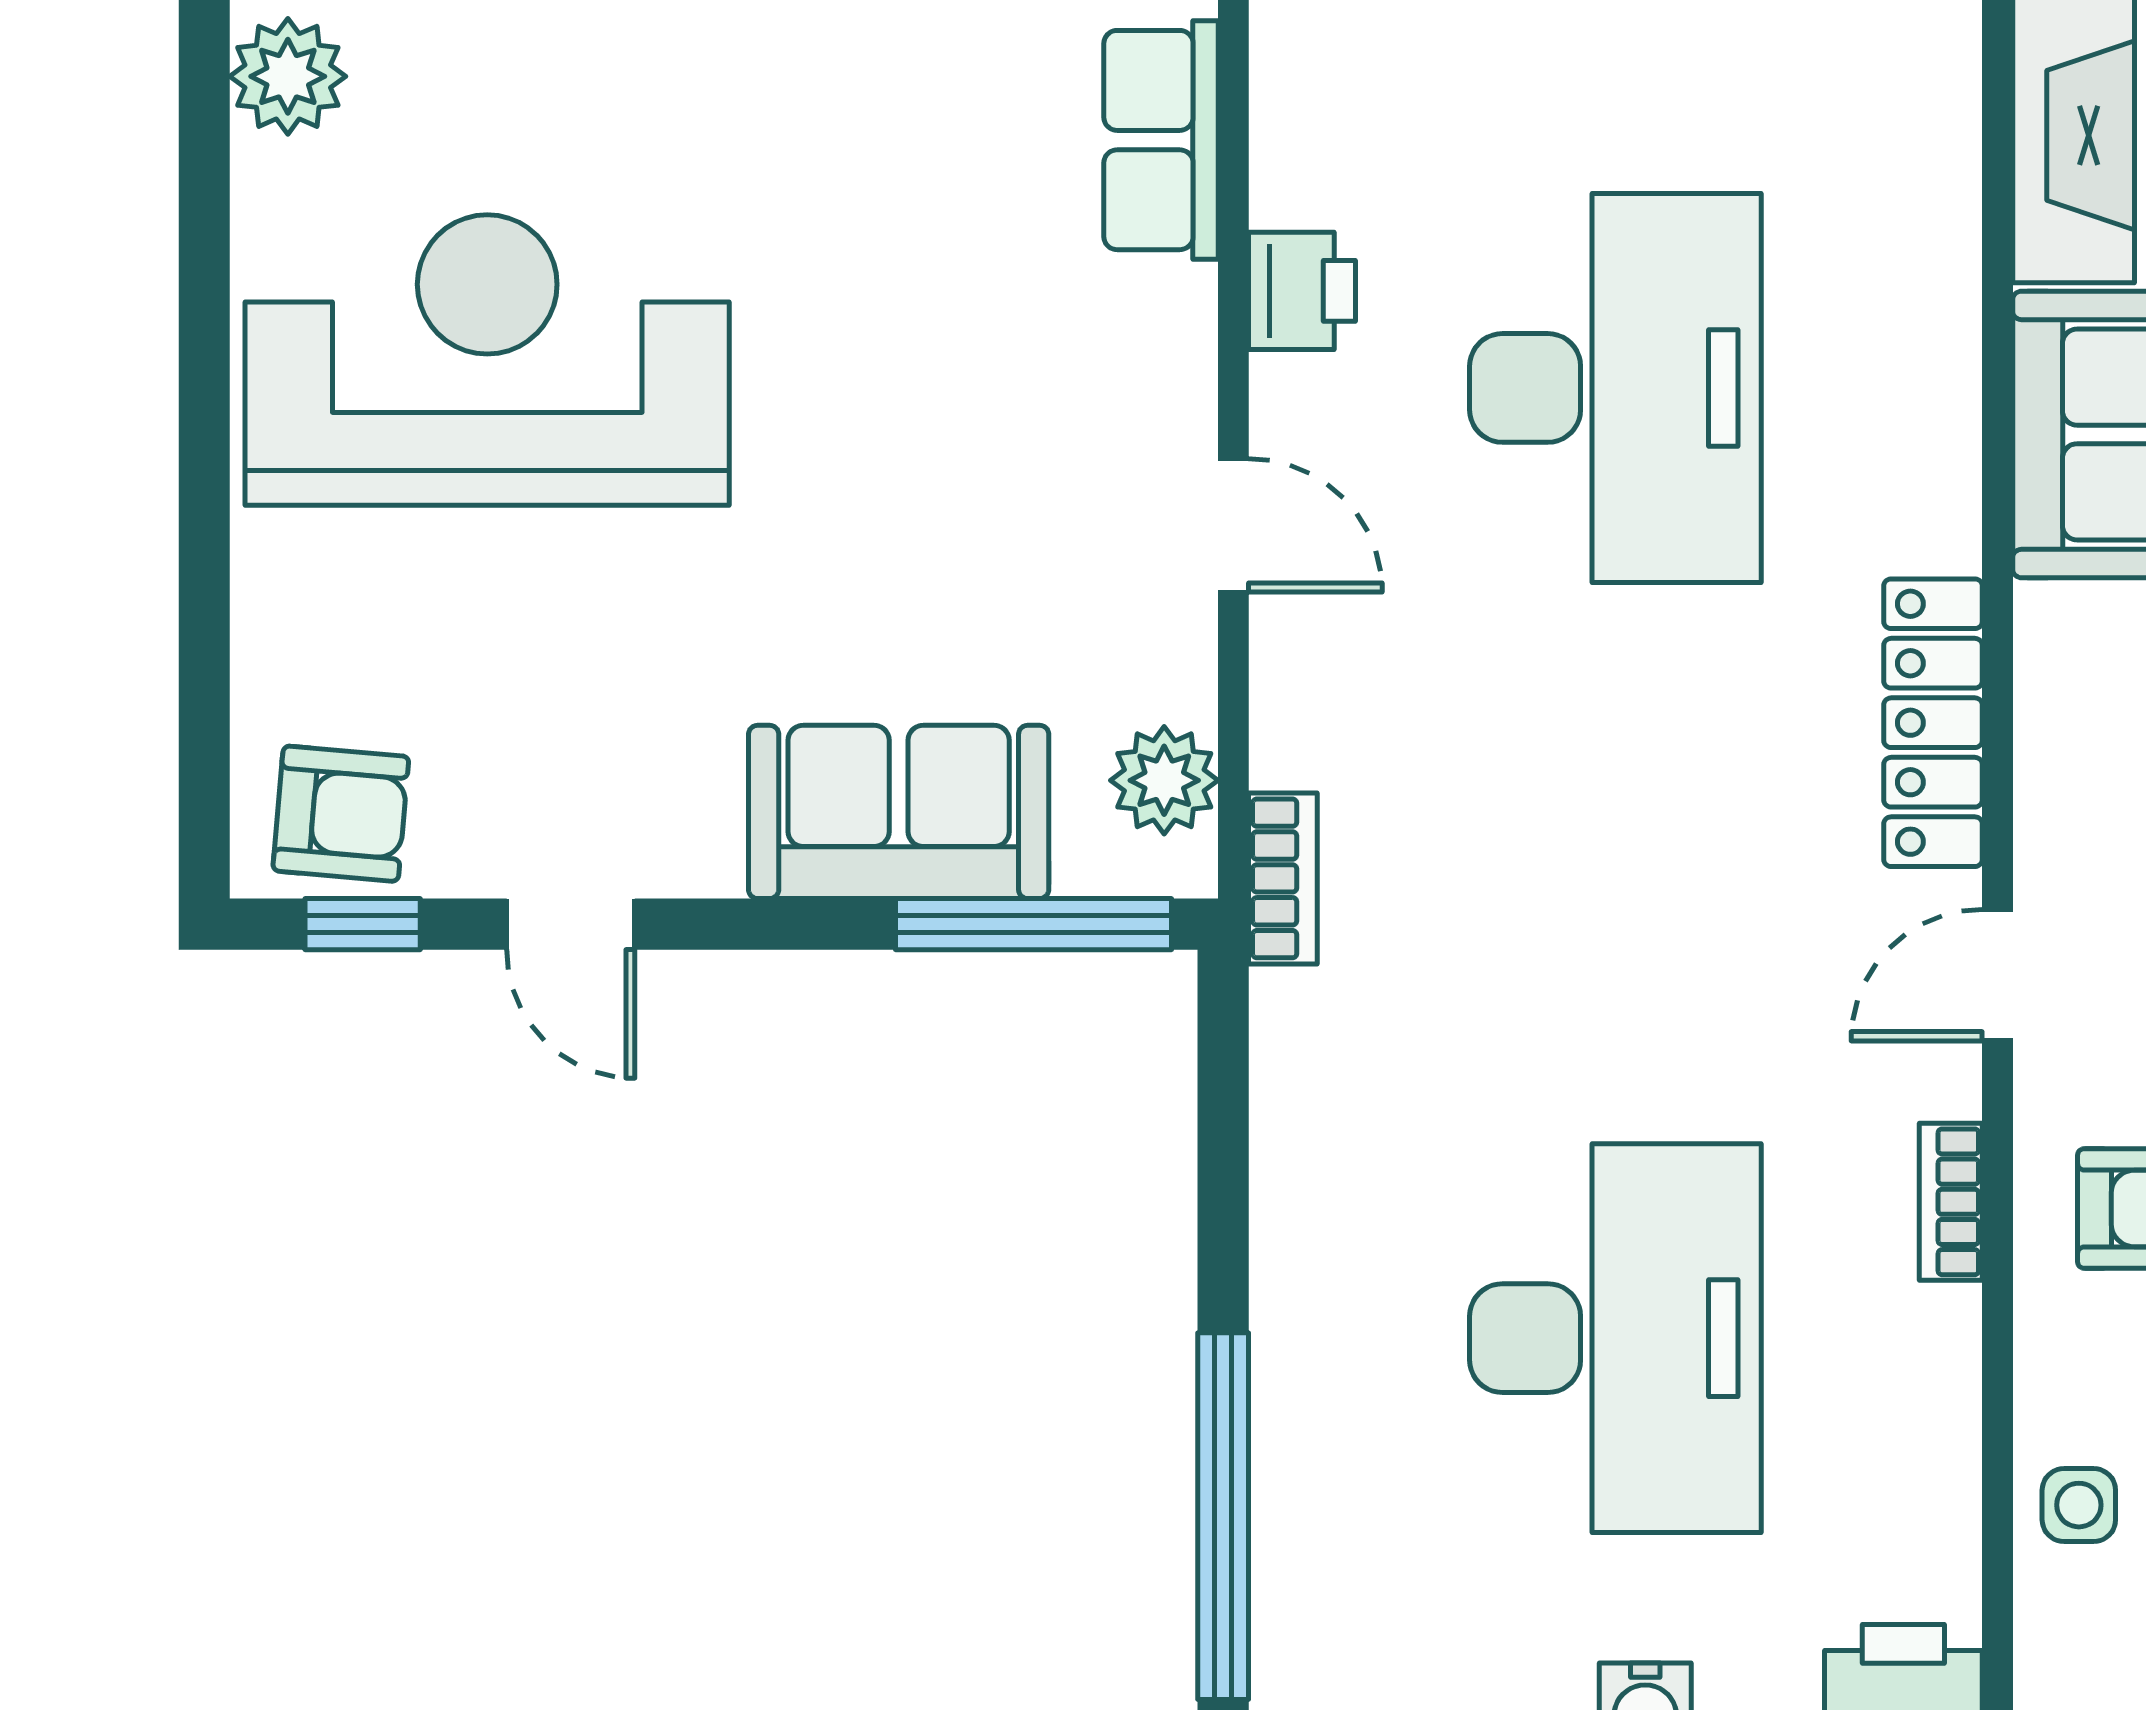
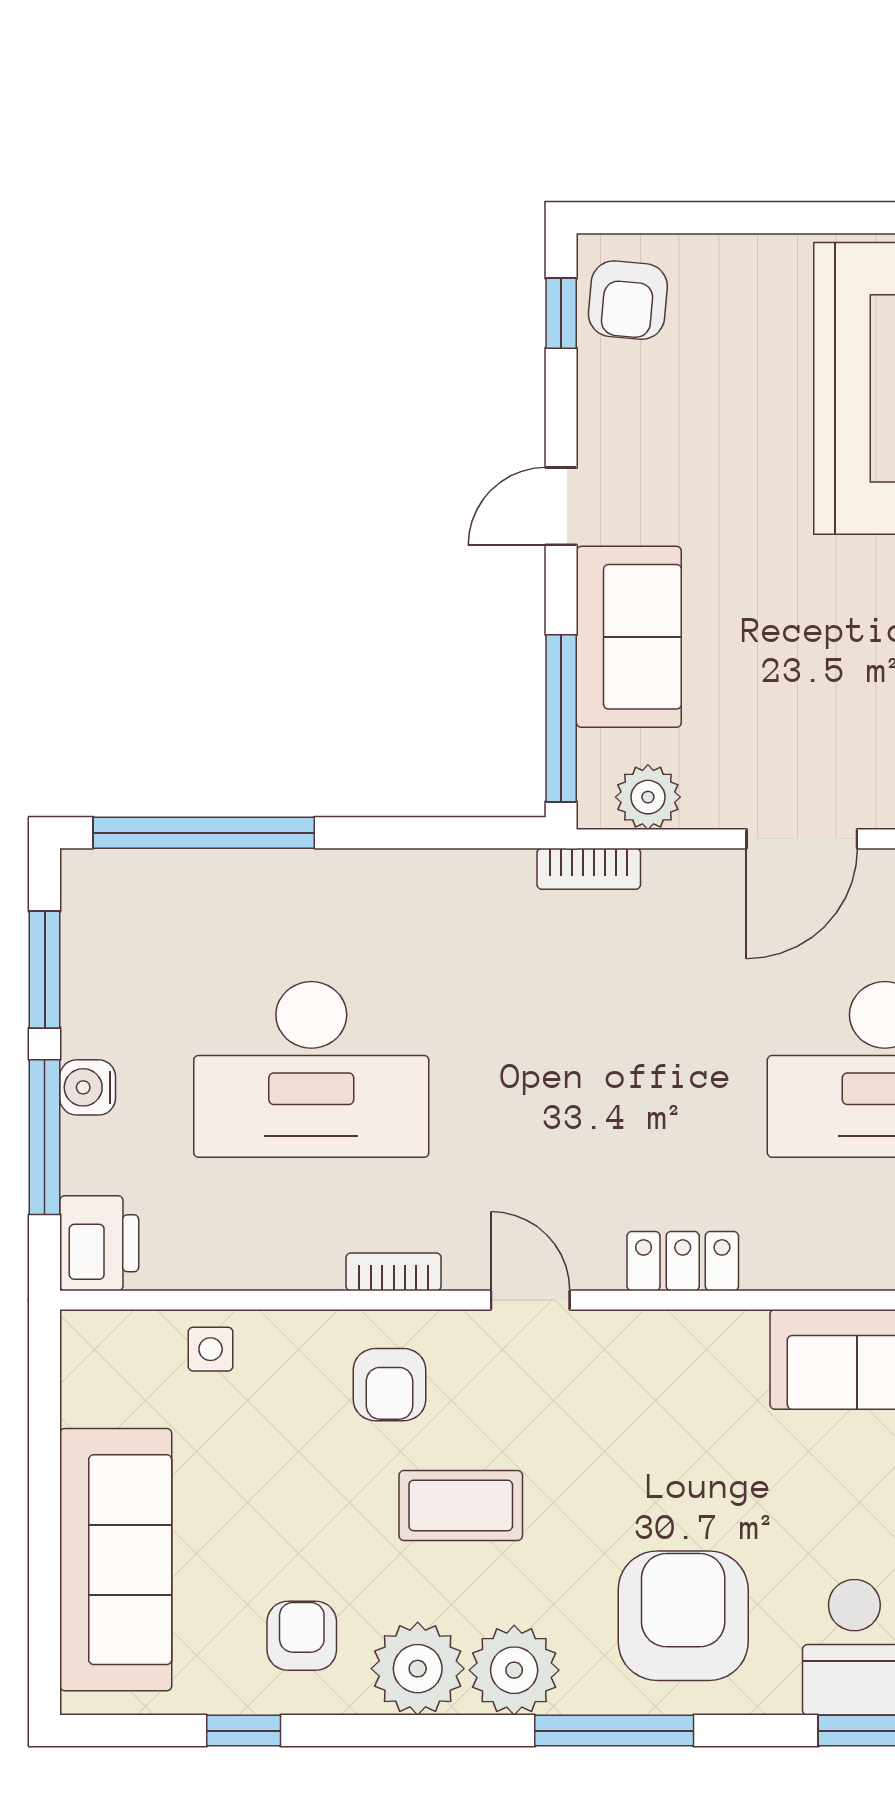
door: (1233, 525) -> (802, 839), width x1.38
locker: (1933, 723) -> (683, 1261), width x0.66
door: (571, 924) -> (561, 506), moved

